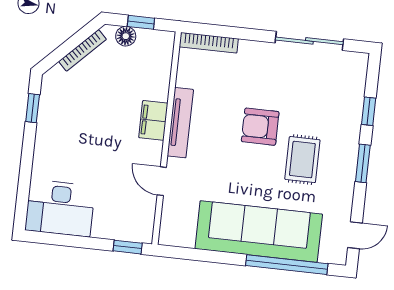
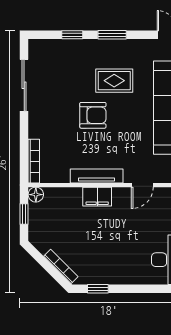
floor lamp: (126, 36) -> (36, 195), moved
bookcase: (82, 50) -> (61, 266), moved
armchair: (260, 127) -> (93, 115), turned -90

